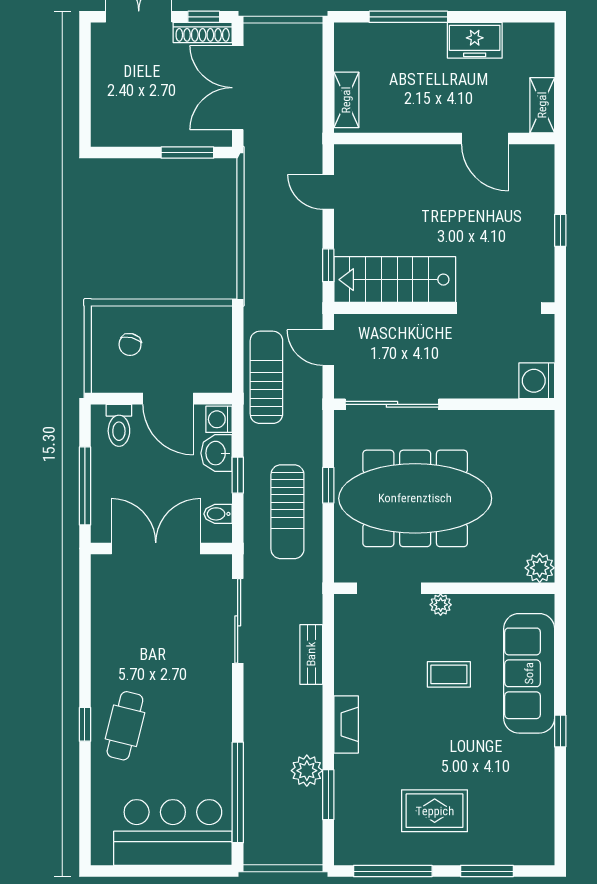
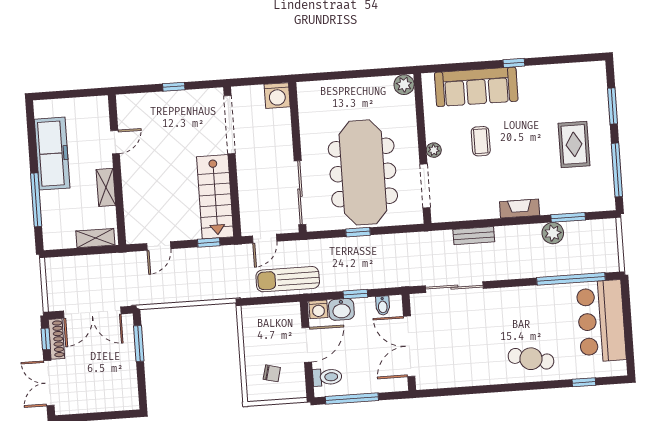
freezer: (475, 40) -> (52, 154), width x1.91, depth x1.26
shelving: (542, 105) -> (106, 187), moved, turned 90
door: (485, 138) -> (115, 142), width x0.73
window: (85, 486) -> (352, 399), moved
sun lounger: (287, 512) -> (378, 259), removed
window: (85, 724) -> (584, 382), moved

